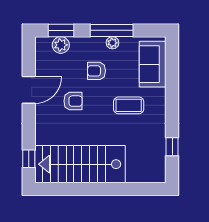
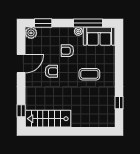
window: (112, 30) -> (88, 23), moved
plant: (61, 45) -> (31, 33), moved
sofa: (153, 64) -> (99, 36), moved, turned -90
stairs: (80, 164) -> (48, 119), width x0.73, depth x0.66

